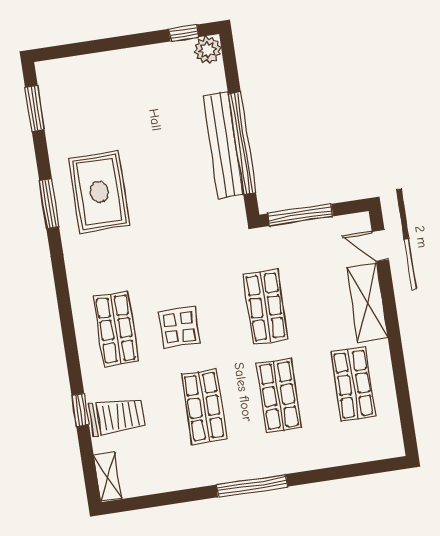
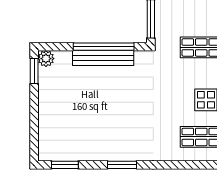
window: (184, 33) -> (34, 71), width x1.50
rug: (99, 192) -> (120, 135), removed

